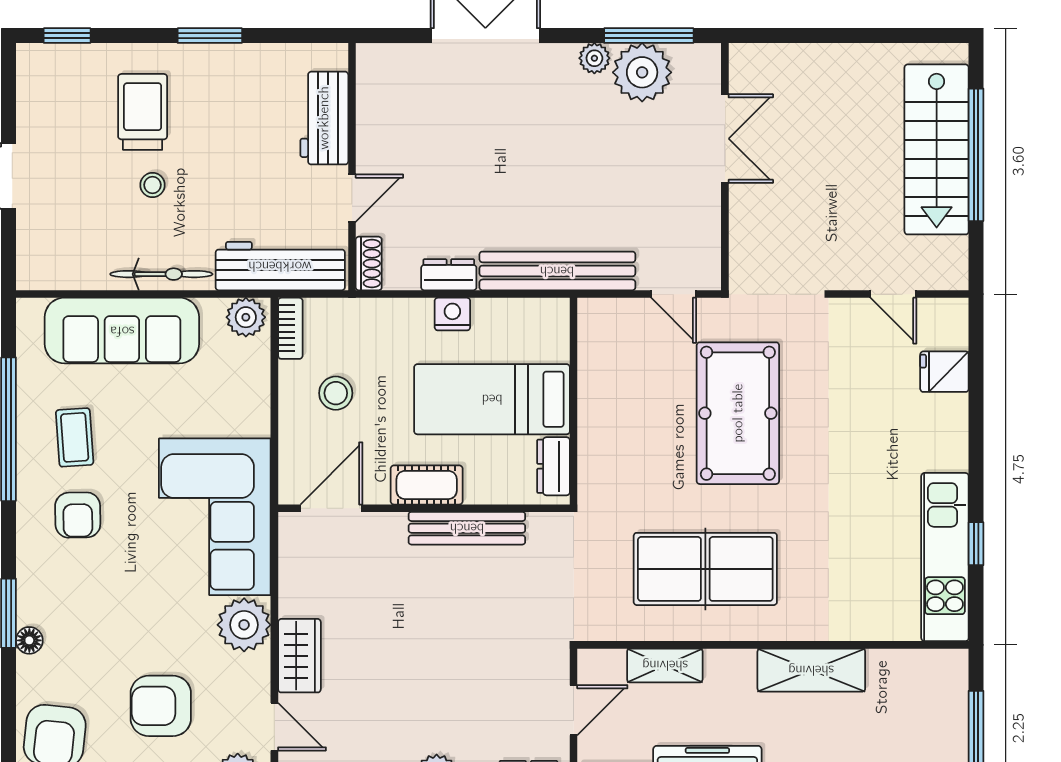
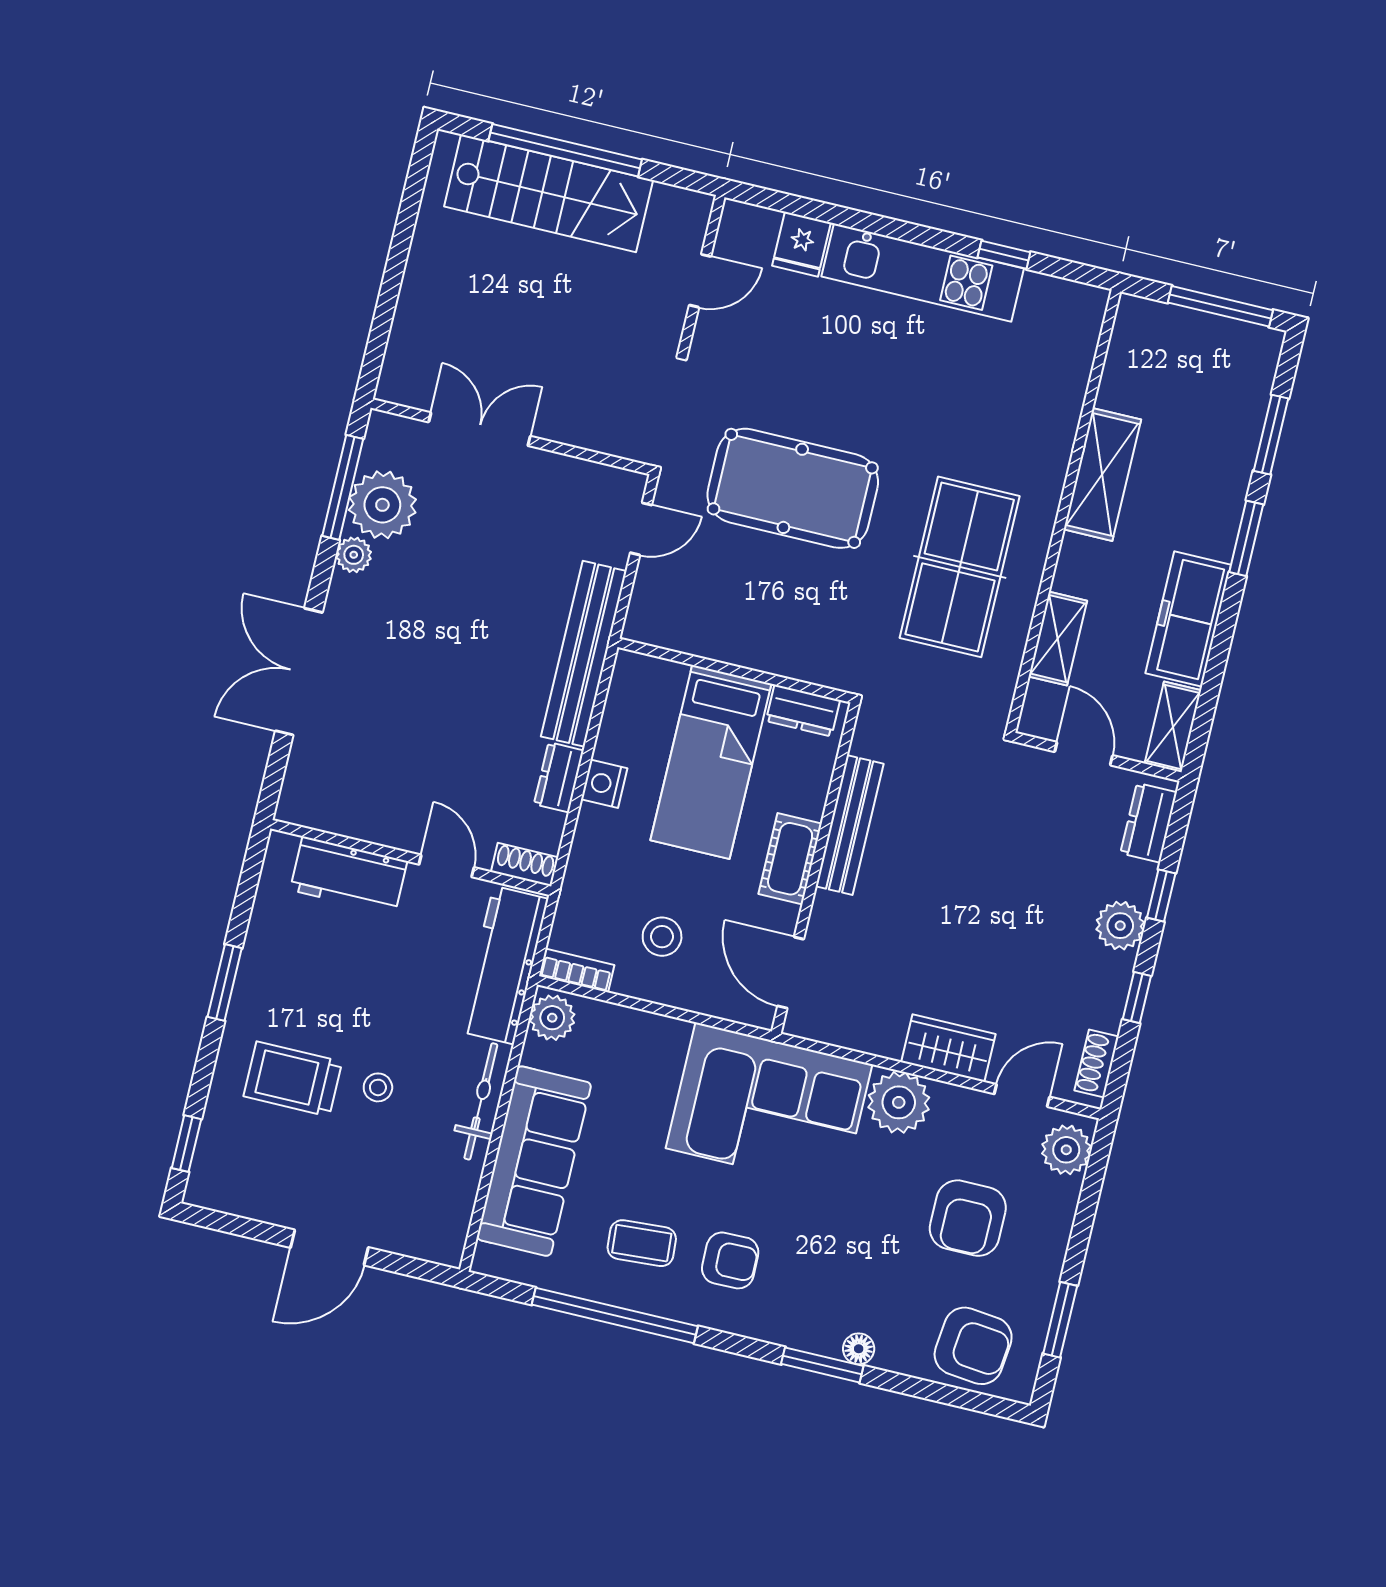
kitchen unit: (945, 557) -> (923, 272), moved

